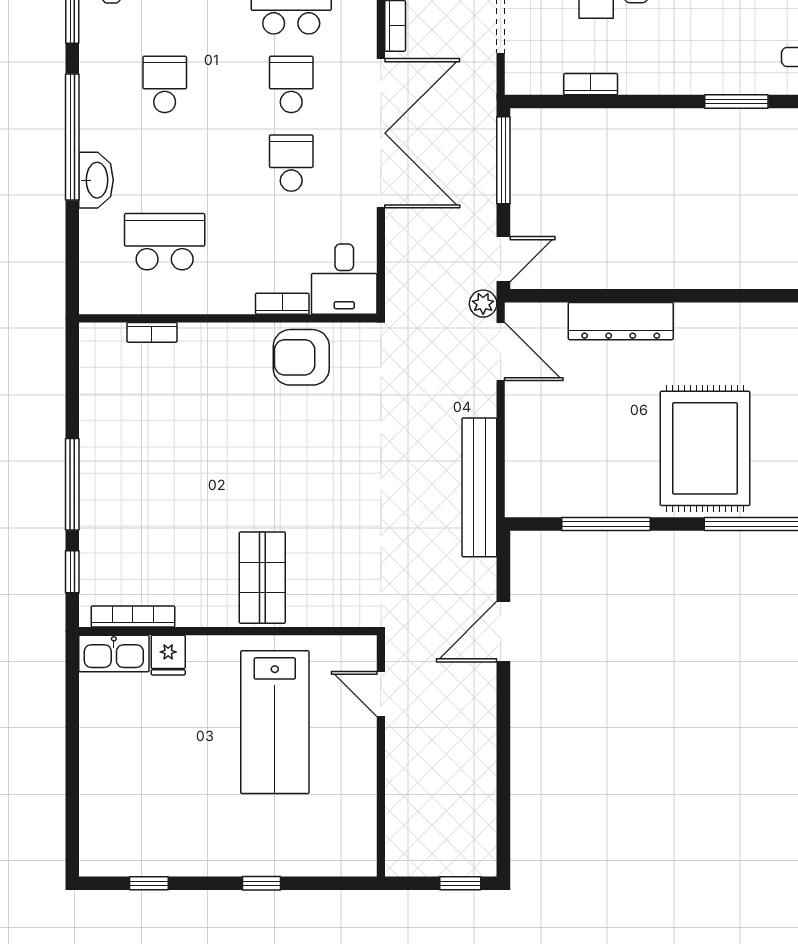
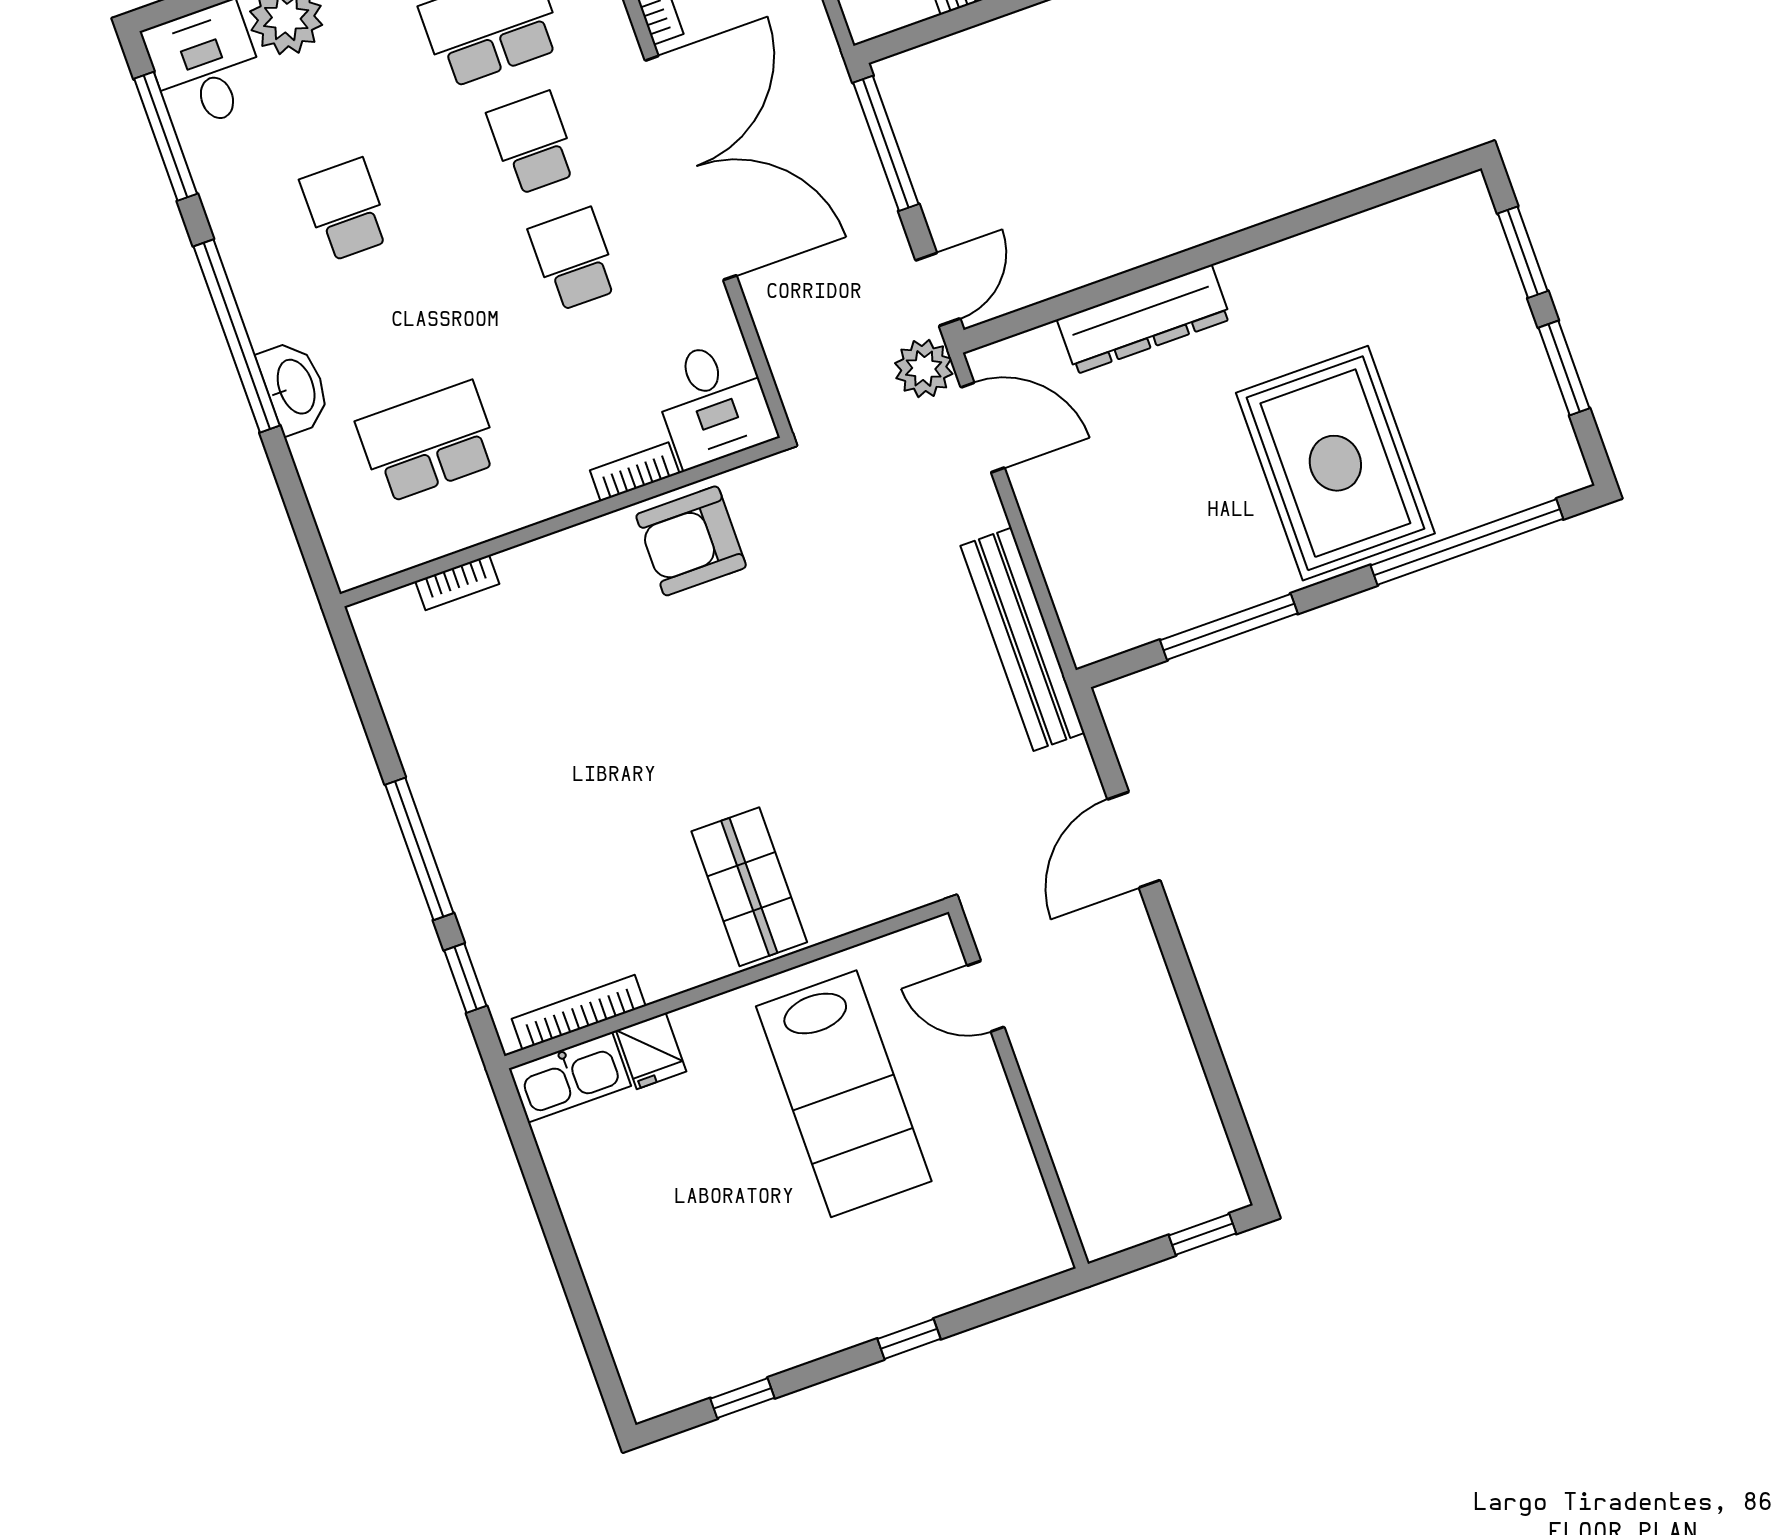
plant: (483, 304) -> (924, 369), width x1.38, depth x1.38

